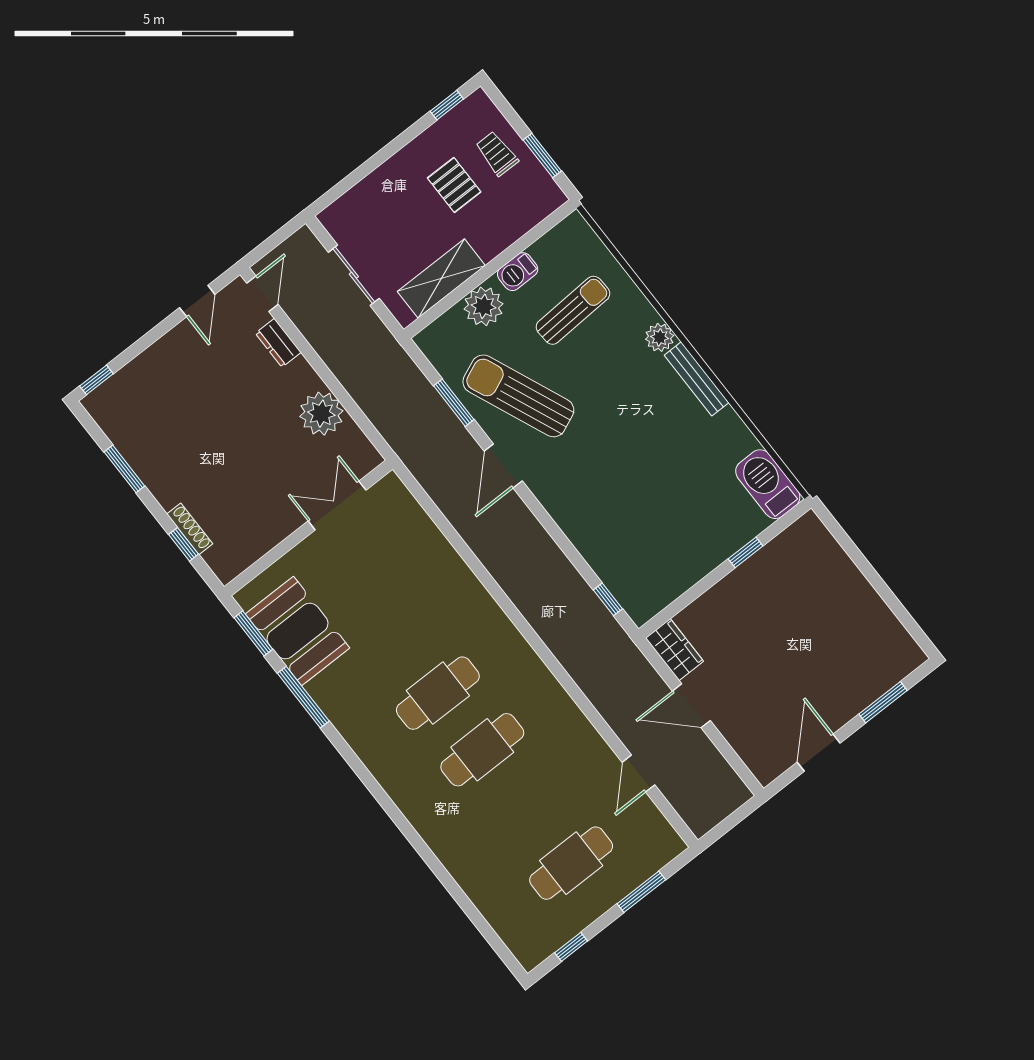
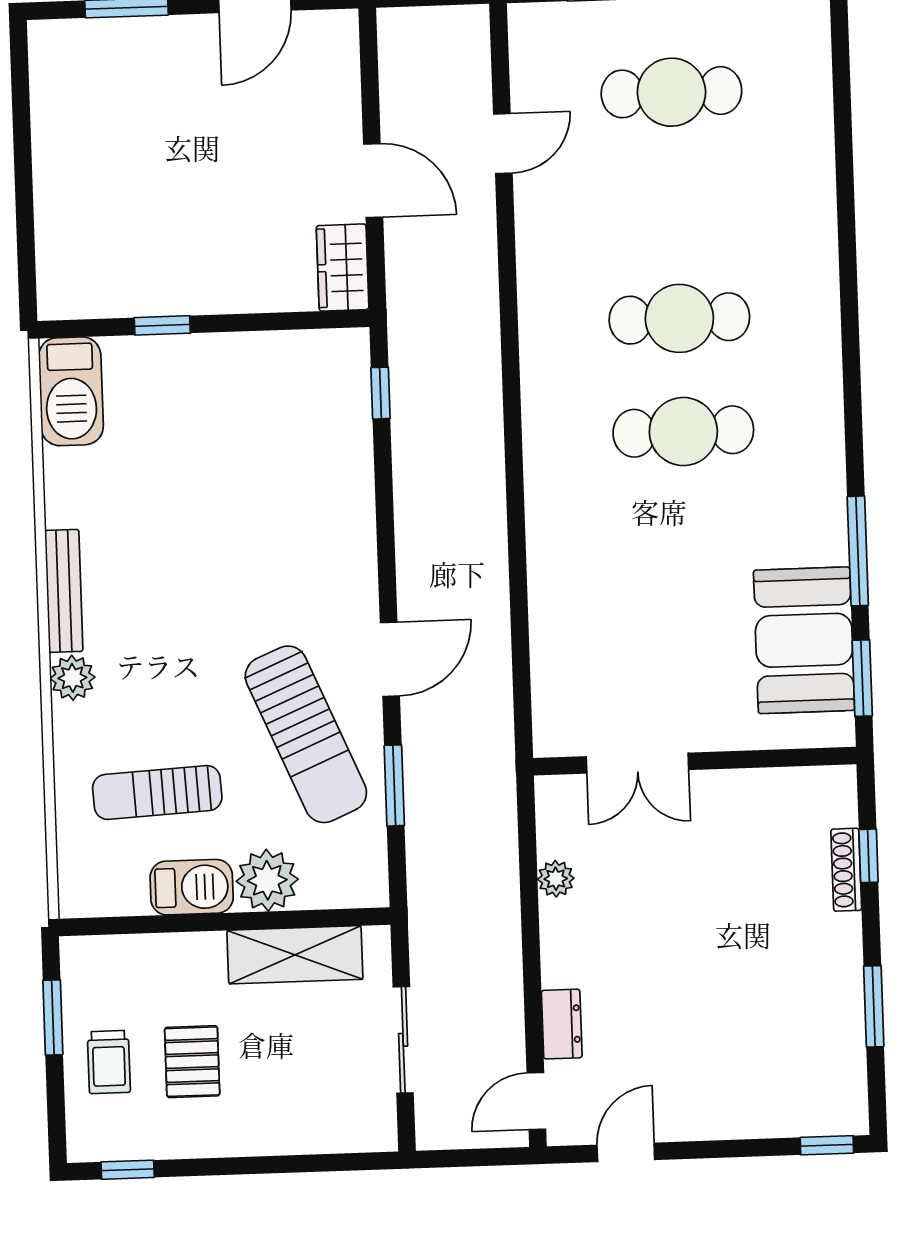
barbecue: (518, 272) -> (192, 887), width x1.38, depth x1.27
plant: (321, 414) -> (556, 879), width x0.53, depth x0.53

